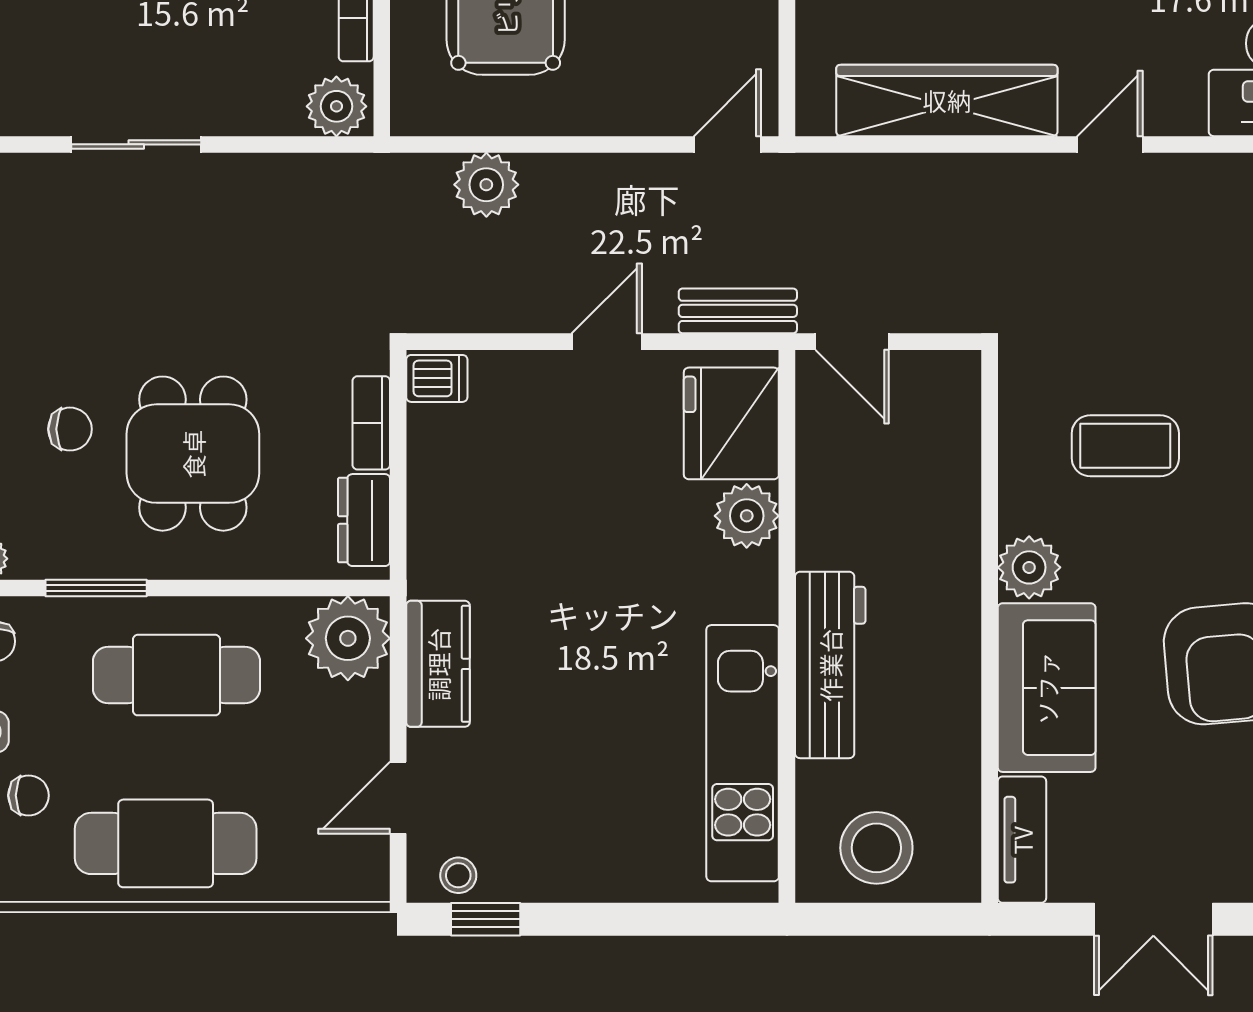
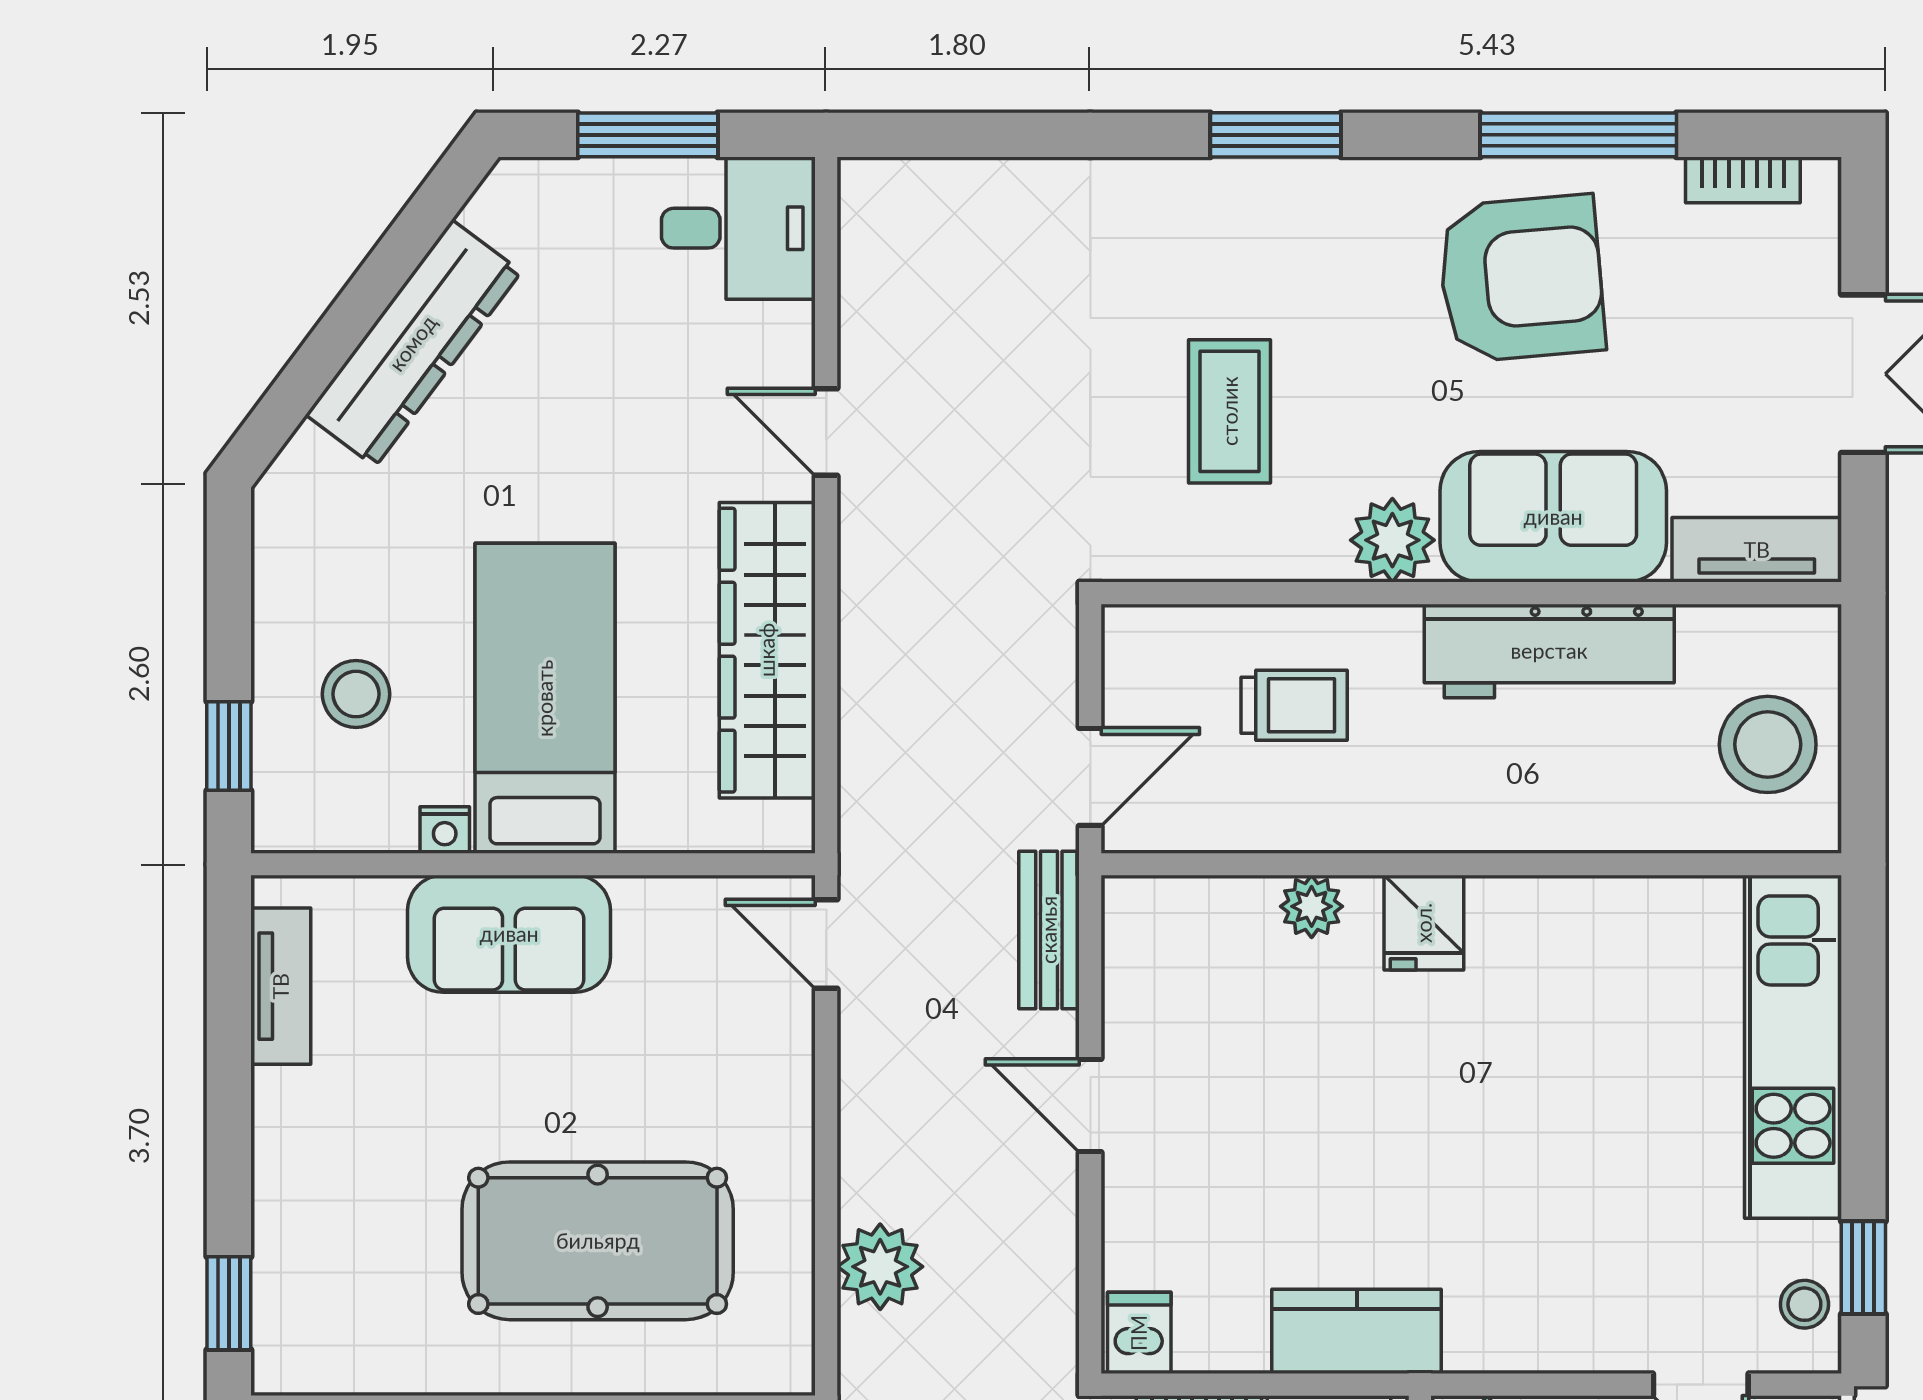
fridge: (731, 423) -> (1424, 923), moved, width x0.53, depth x0.75
trolley: (906, 494) -> (1294, 705), added
plant: (747, 516) -> (1312, 906), width x0.73, depth x0.73
kitchen counter: (438, 664) -> (1357, 1331), moved
workbench: (830, 665) -> (1549, 651), moved, turned 180
kitchen unit: (743, 753) -> (1793, 1047), moved, turned 90

